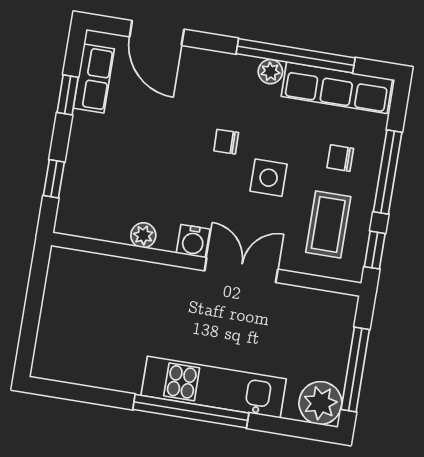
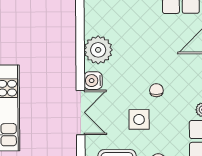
plant: (143, 235) -> (98, 50), width x1.87, depth x1.87

